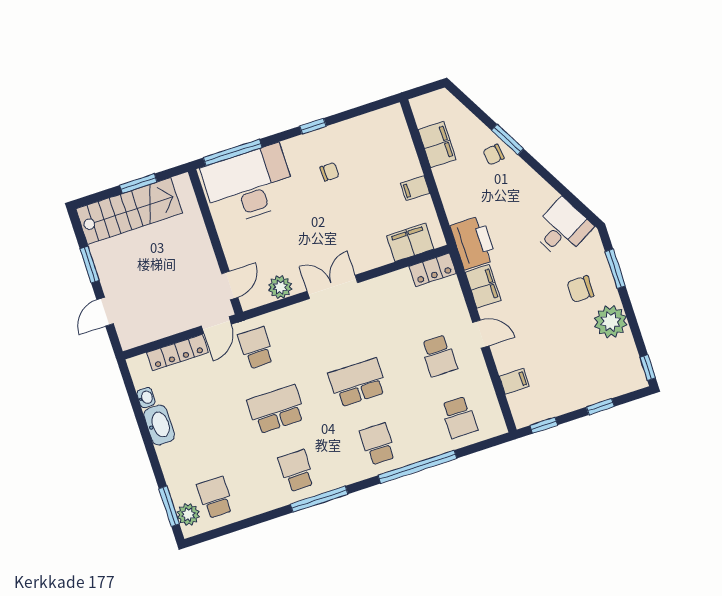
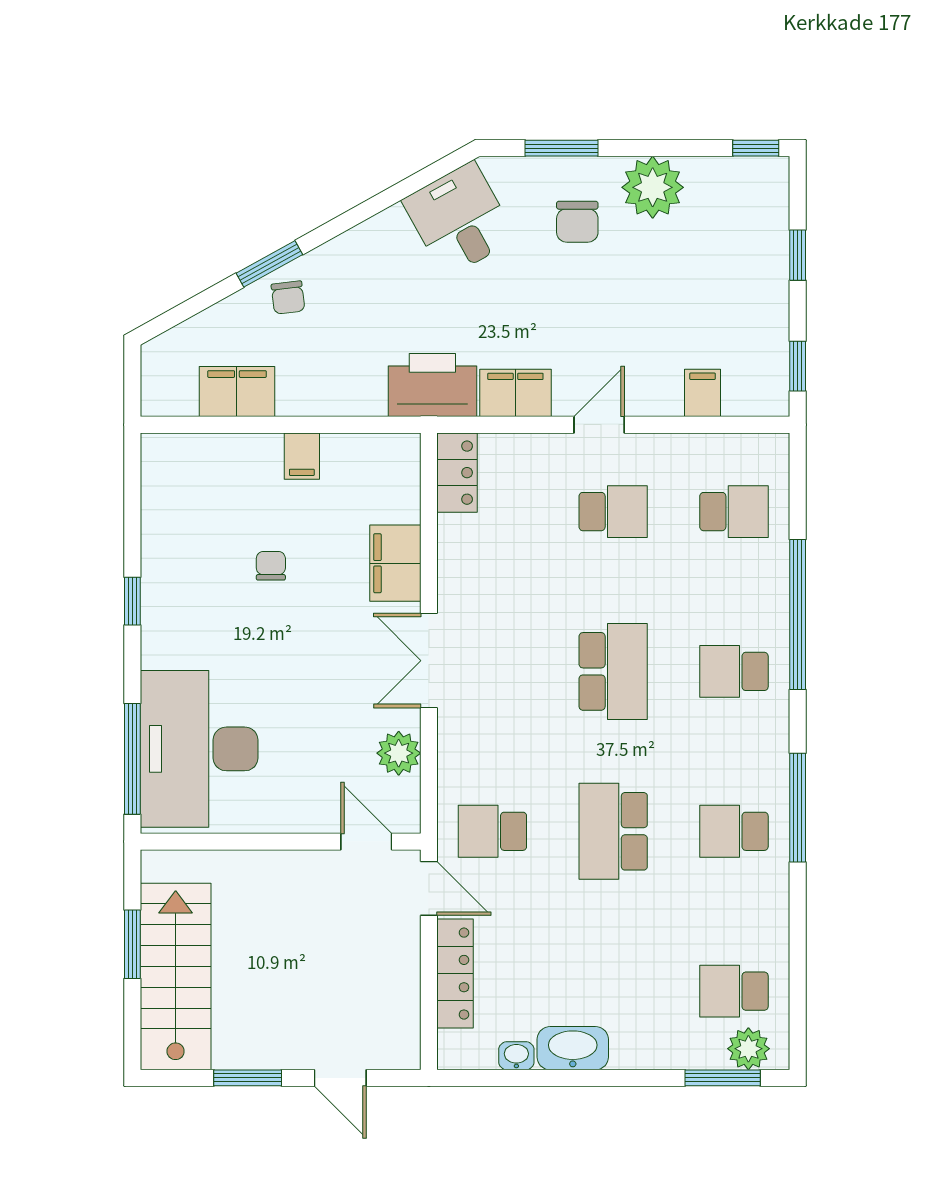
chair: (329, 172) -> (271, 566), moved
filing cabinet: (410, 242) -> (395, 563), moved
school desk: (358, 383) -> (613, 671), turned 180

